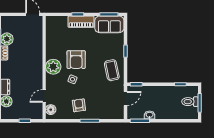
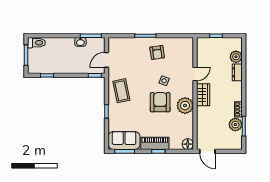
wardrobe: (37, 67) -> (203, 95), added
plant: (53, 67) -> (185, 106), moved
door: (44, 96) -> (195, 74), moved
toilet: (190, 102) -> (36, 43), moved
floor lamp: (51, 110) -> (188, 144), moved

